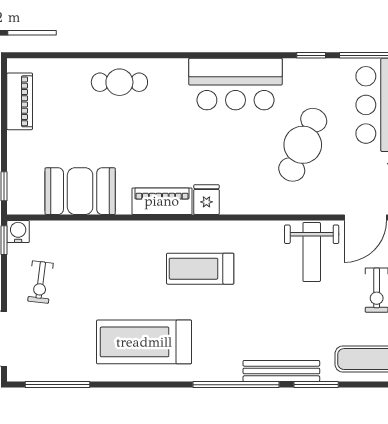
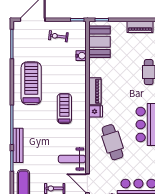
cafe table: (303, 145) -> (113, 142), moved, turned 48
booth: (80, 191) -> (99, 42), moved
water cooler: (18, 232) -> (81, 56), moved

